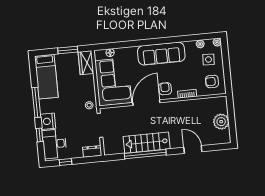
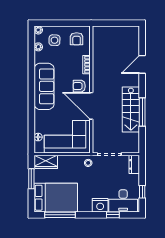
bed: (46, 77) -> (56, 198), width x1.50
window: (36, 102) -> (60, 215), moved
plant: (221, 122) -> (117, 34), removed
window: (145, 154) -> (142, 112), width x0.68

